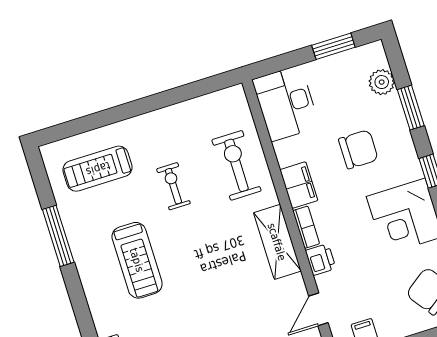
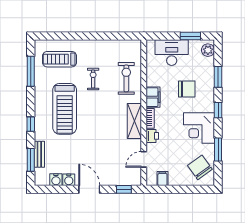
plant: (382, 82) -> (208, 50), moved
desk: (286, 103) -> (172, 53), moved, turned 90
window: (58, 236) -> (31, 71), moved
treadmill: (137, 260) -> (65, 109), width x1.37, depth x1.38
window: (81, 310) -> (31, 124), added

